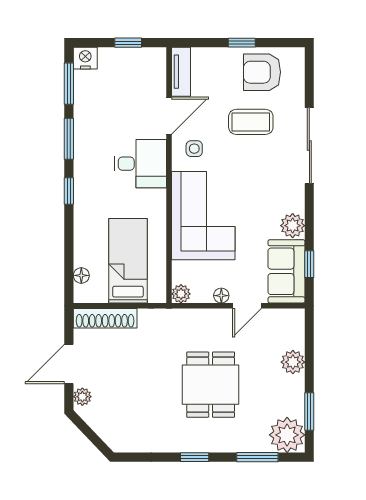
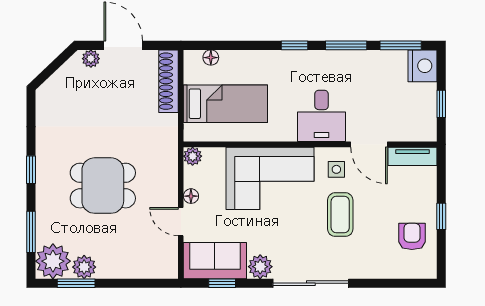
nightstand: (85, 58) -> (422, 66), width x1.36, depth x1.33
armchair: (262, 72) -> (412, 236), width x0.72, depth x0.72
coffee table: (251, 122) -> (340, 215), moved
sliding door: (309, 146) -> (311, 283), moved
plant: (293, 362) -> (84, 267), moved

